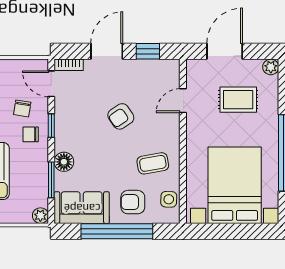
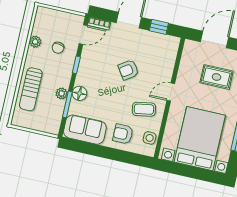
door: (51, 84) -> (83, 35), swing flipped
door: (183, 101) -> (171, 92), moved
chair: (31, 134) -> (60, 68), removed
plant: (40, 216) -> (62, 93), moved
window: (117, 231) -> (107, 153), removed

